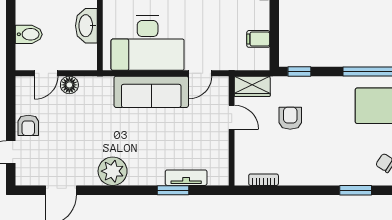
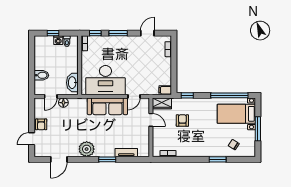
washbasin: (86, 26) -> (72, 83), moved
filing cabinet: (258, 39) -> (165, 90), moved
window: (173, 190) -> (107, 159), moved

